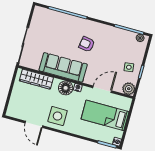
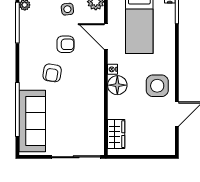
armchair: (104, 59) -> (66, 44), added
sofa: (63, 67) -> (32, 121), moved, turned 180
wardrobe: (36, 79) -> (116, 134), width x0.67

